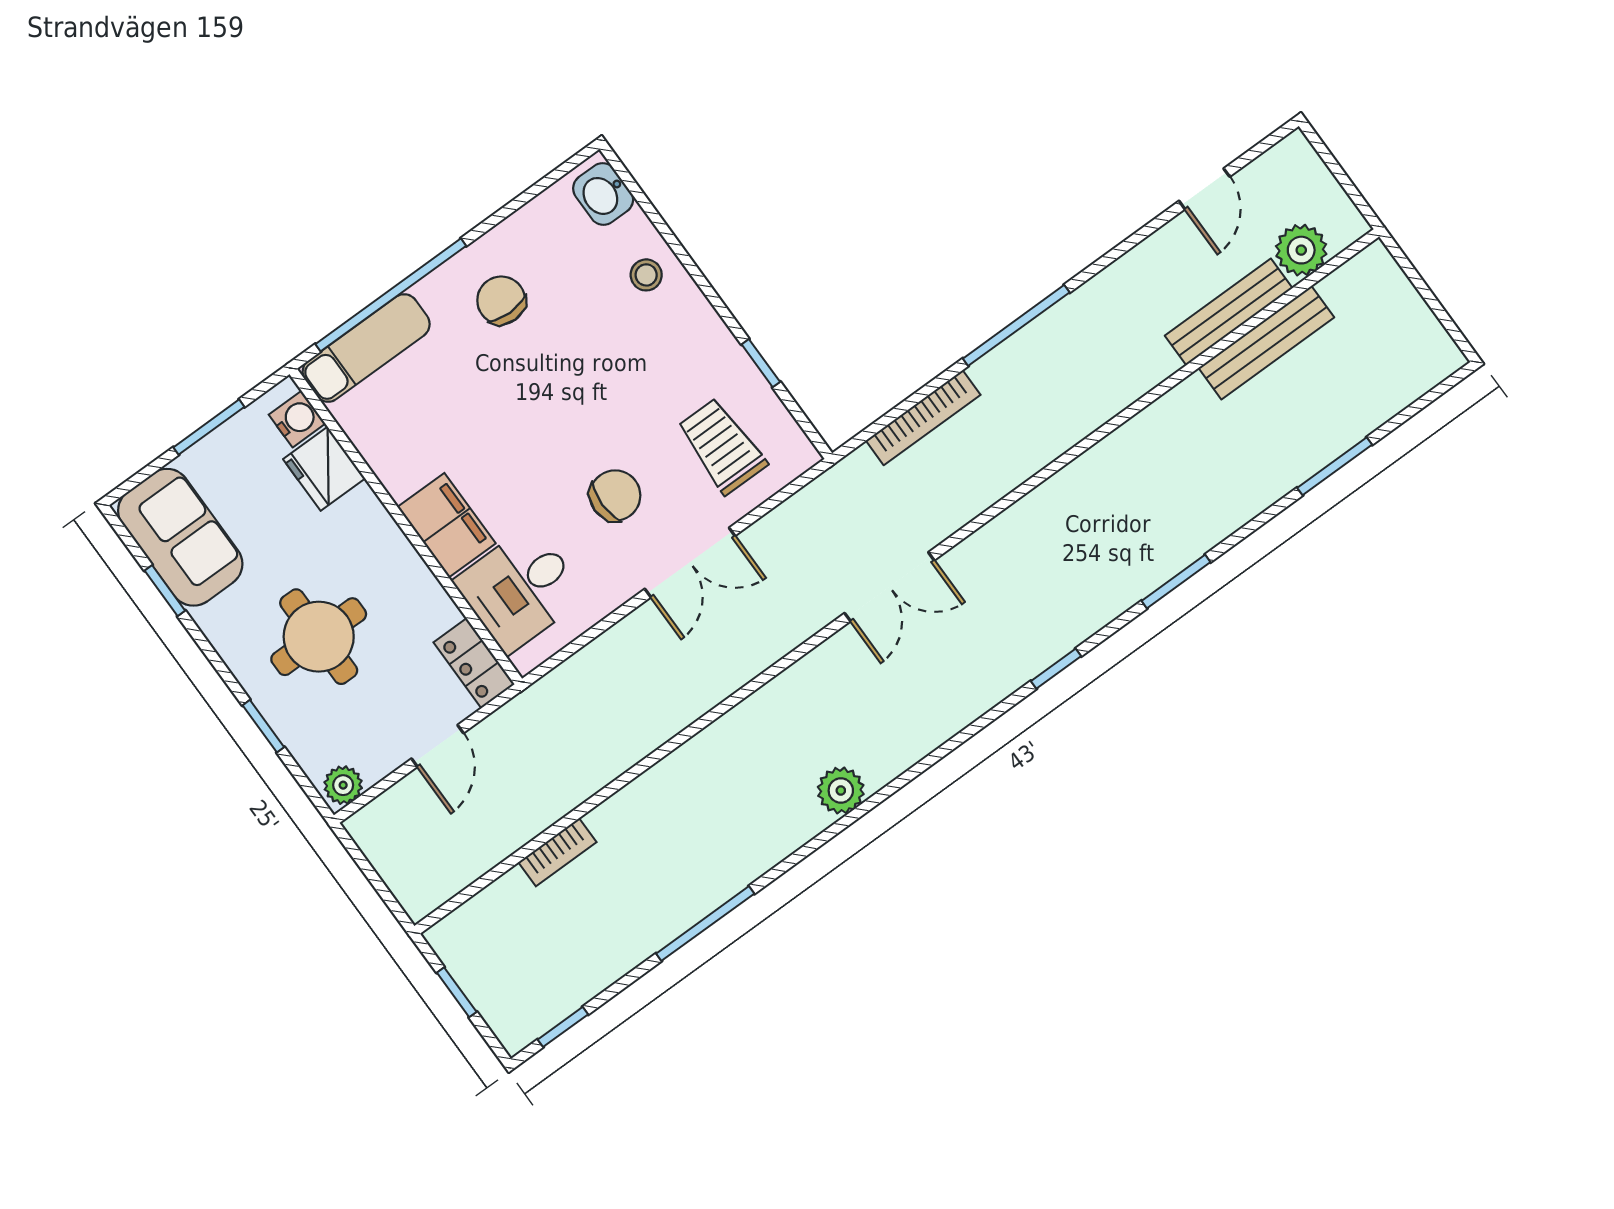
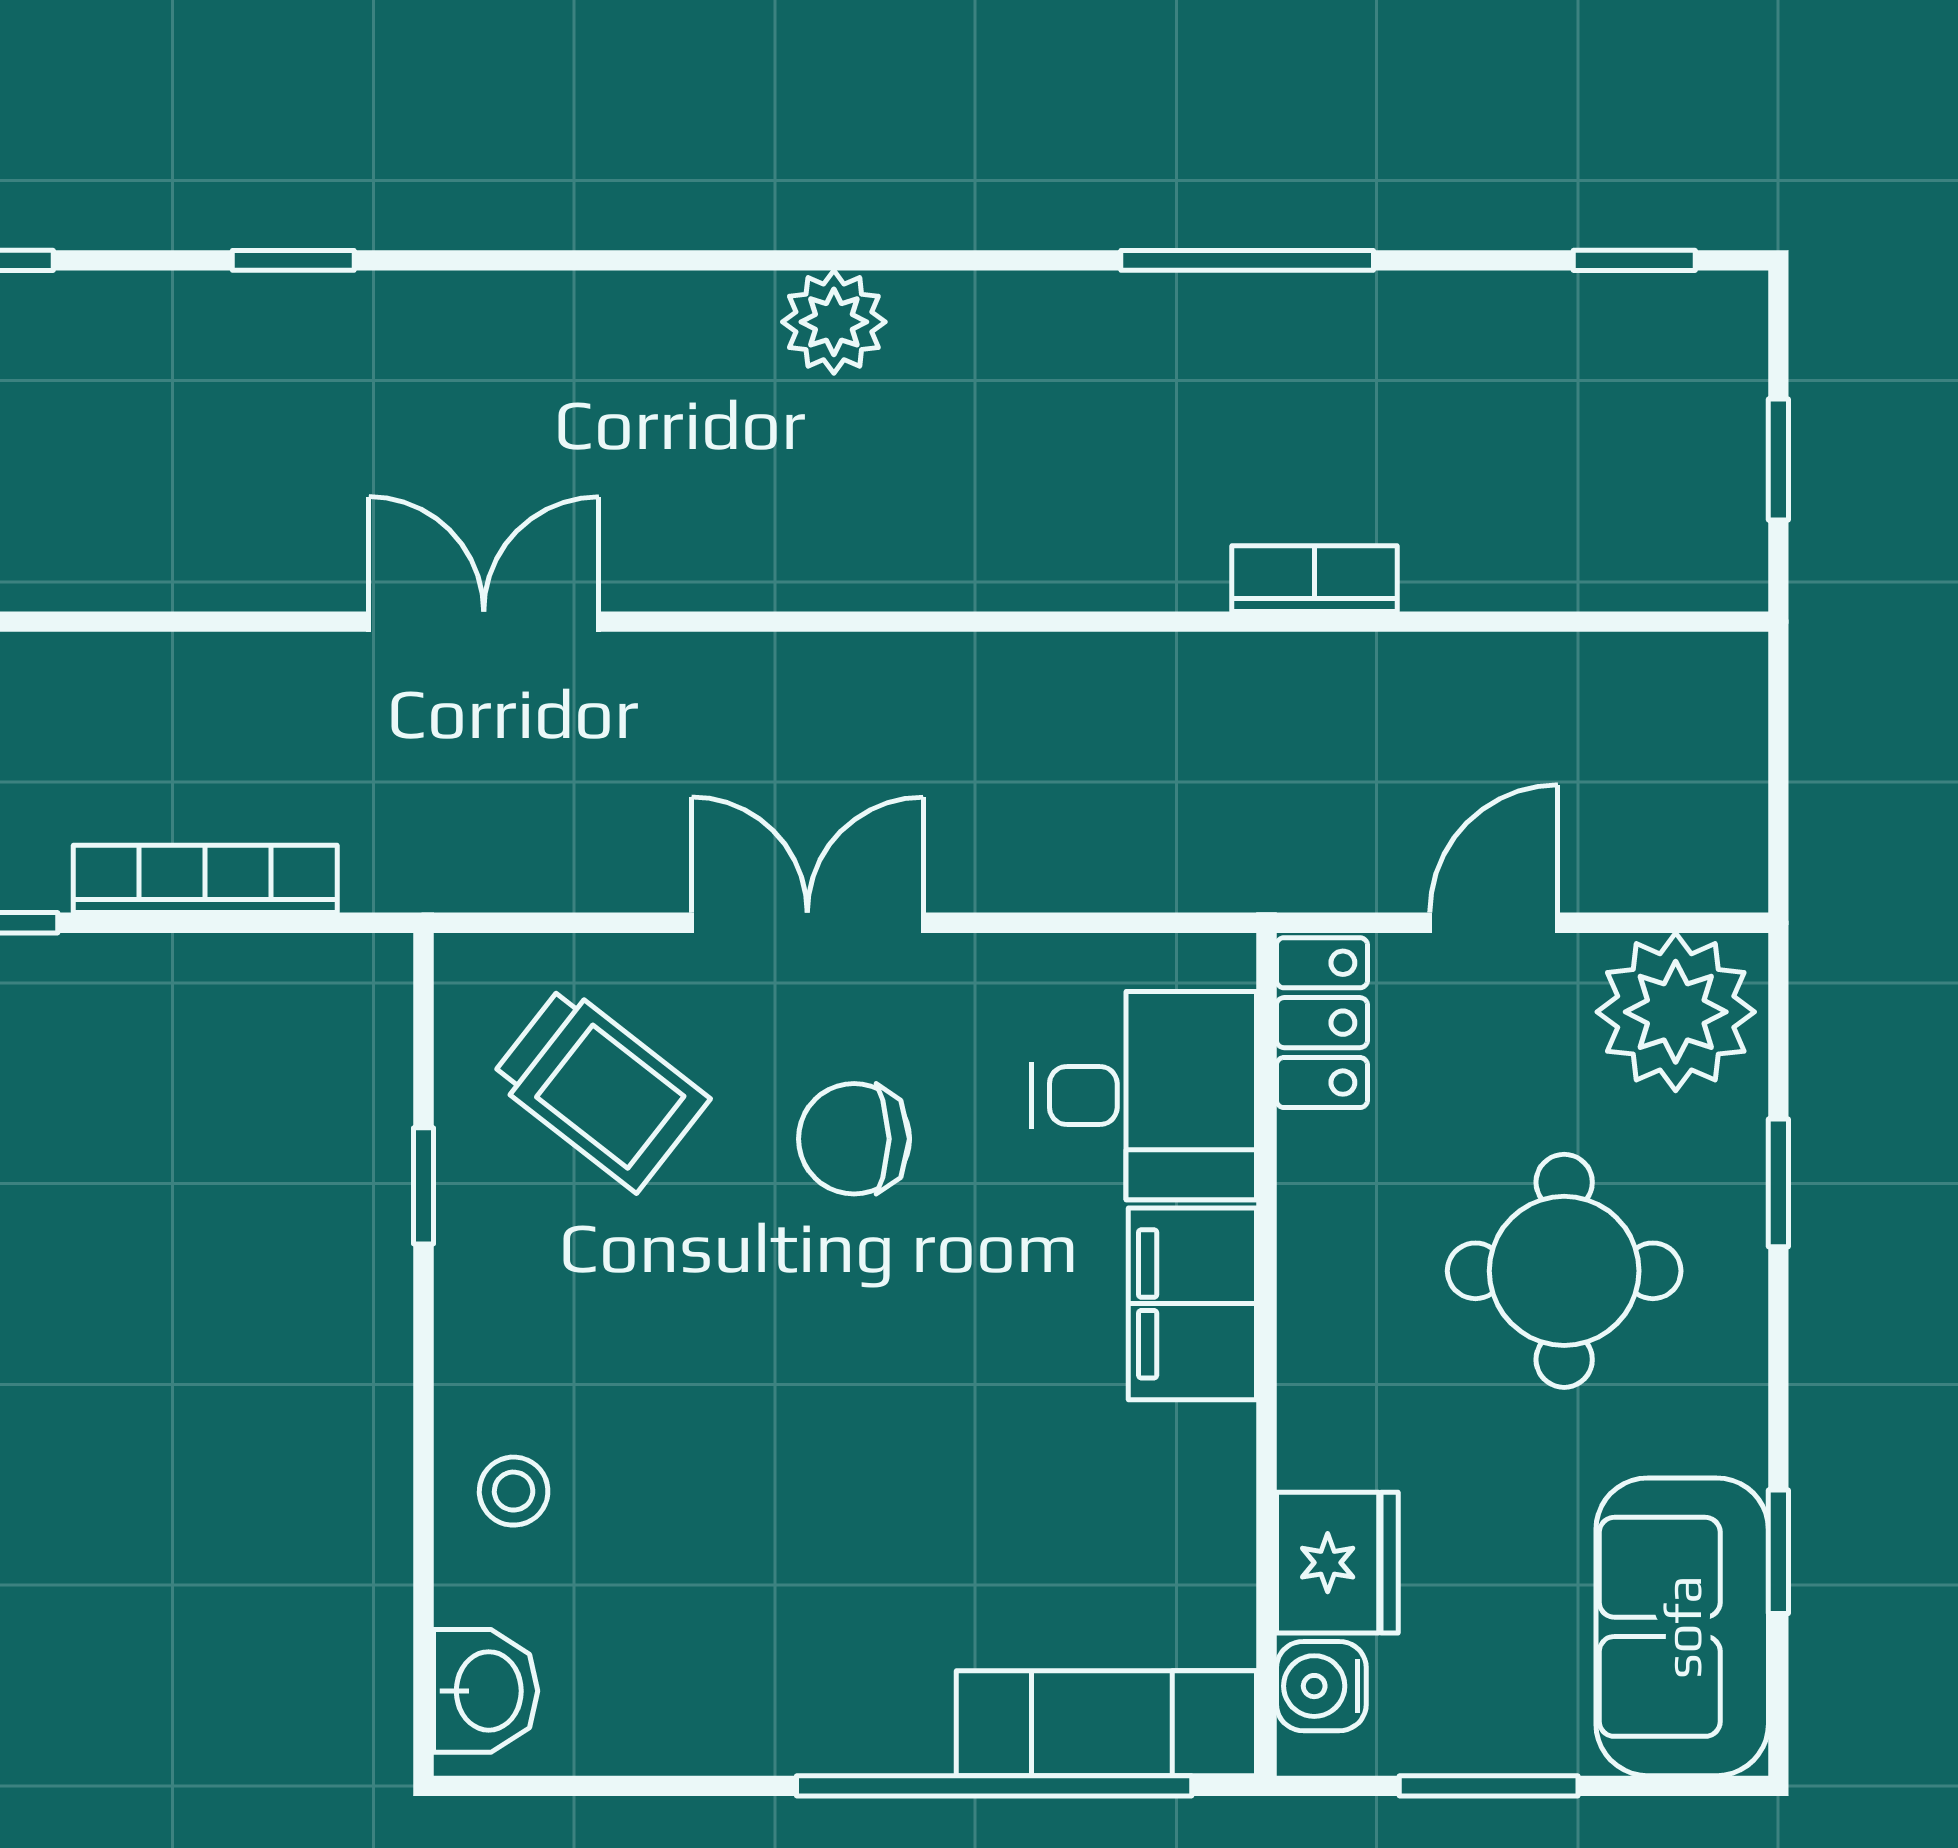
chair: (501, 300) -> (804, 1633), removed
trolley: (722, 446) -> (600, 1089), turned -52
plant: (343, 785) -> (1676, 1012), width x1.88, depth x1.88
bookcase: (557, 852) -> (1314, 579), moved

